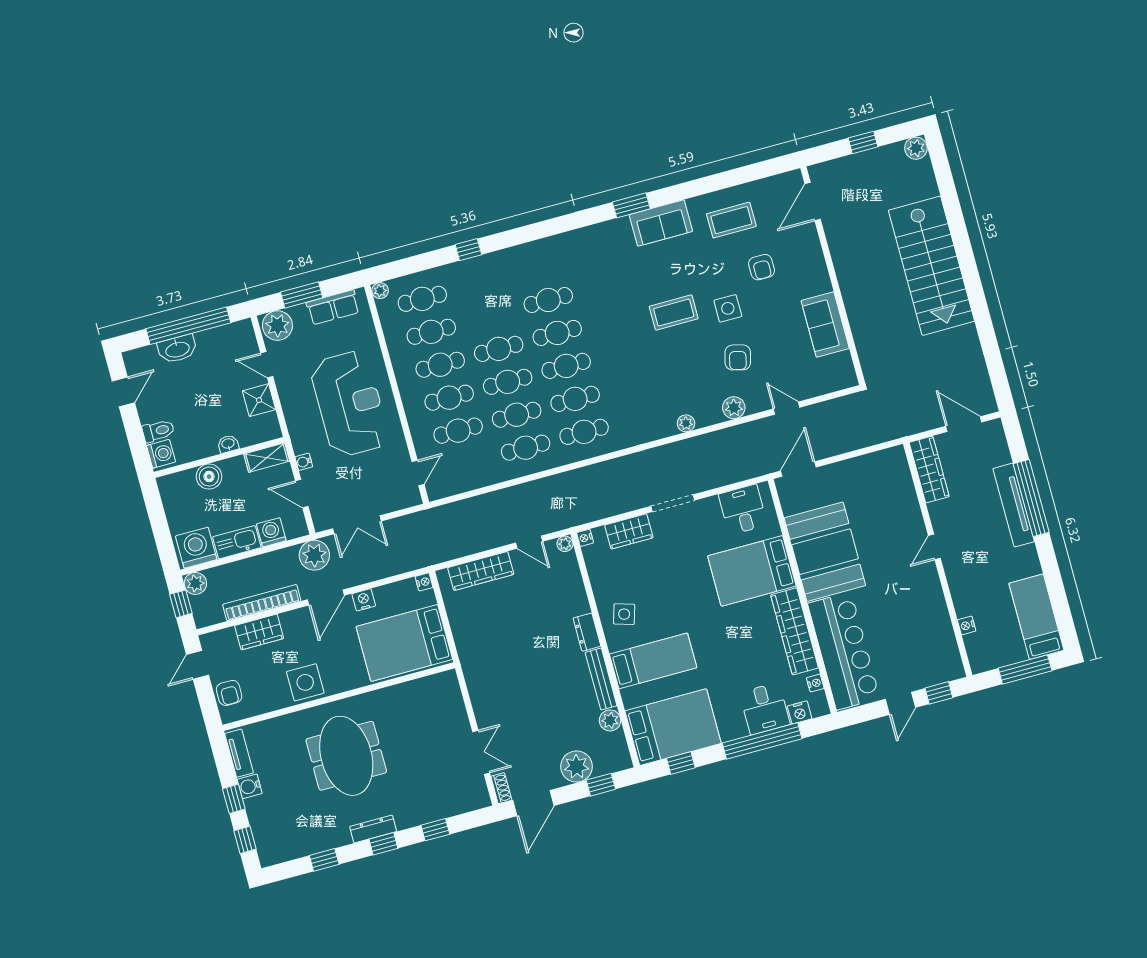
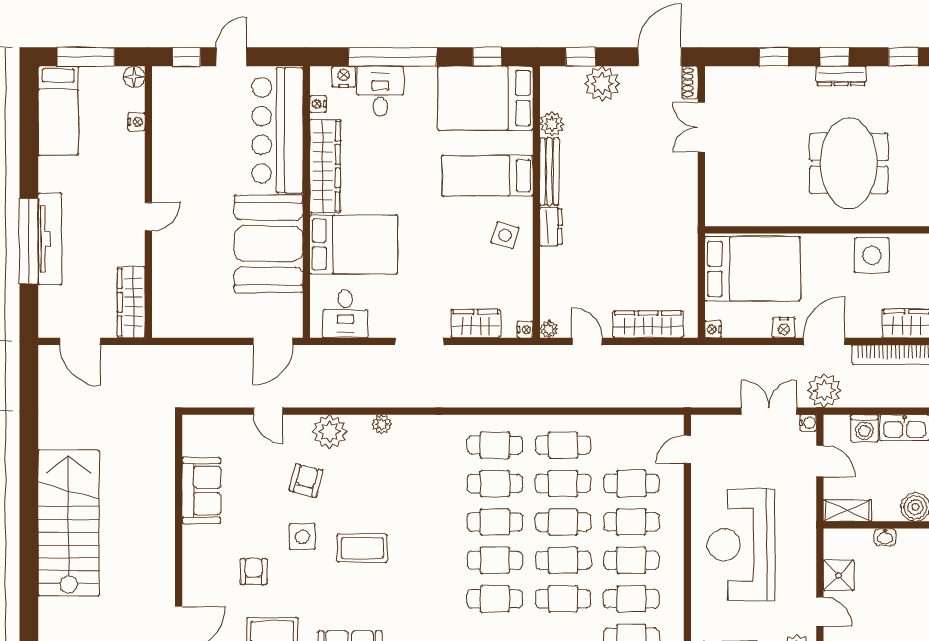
cafe table: (490, 316) -> (563, 599), added
plant: (734, 408) -> (330, 432), width x1.36, depth x1.36
water cooler: (304, 462) -> (808, 423), moved
floor lamp: (979, 663) -> (134, 77), added

